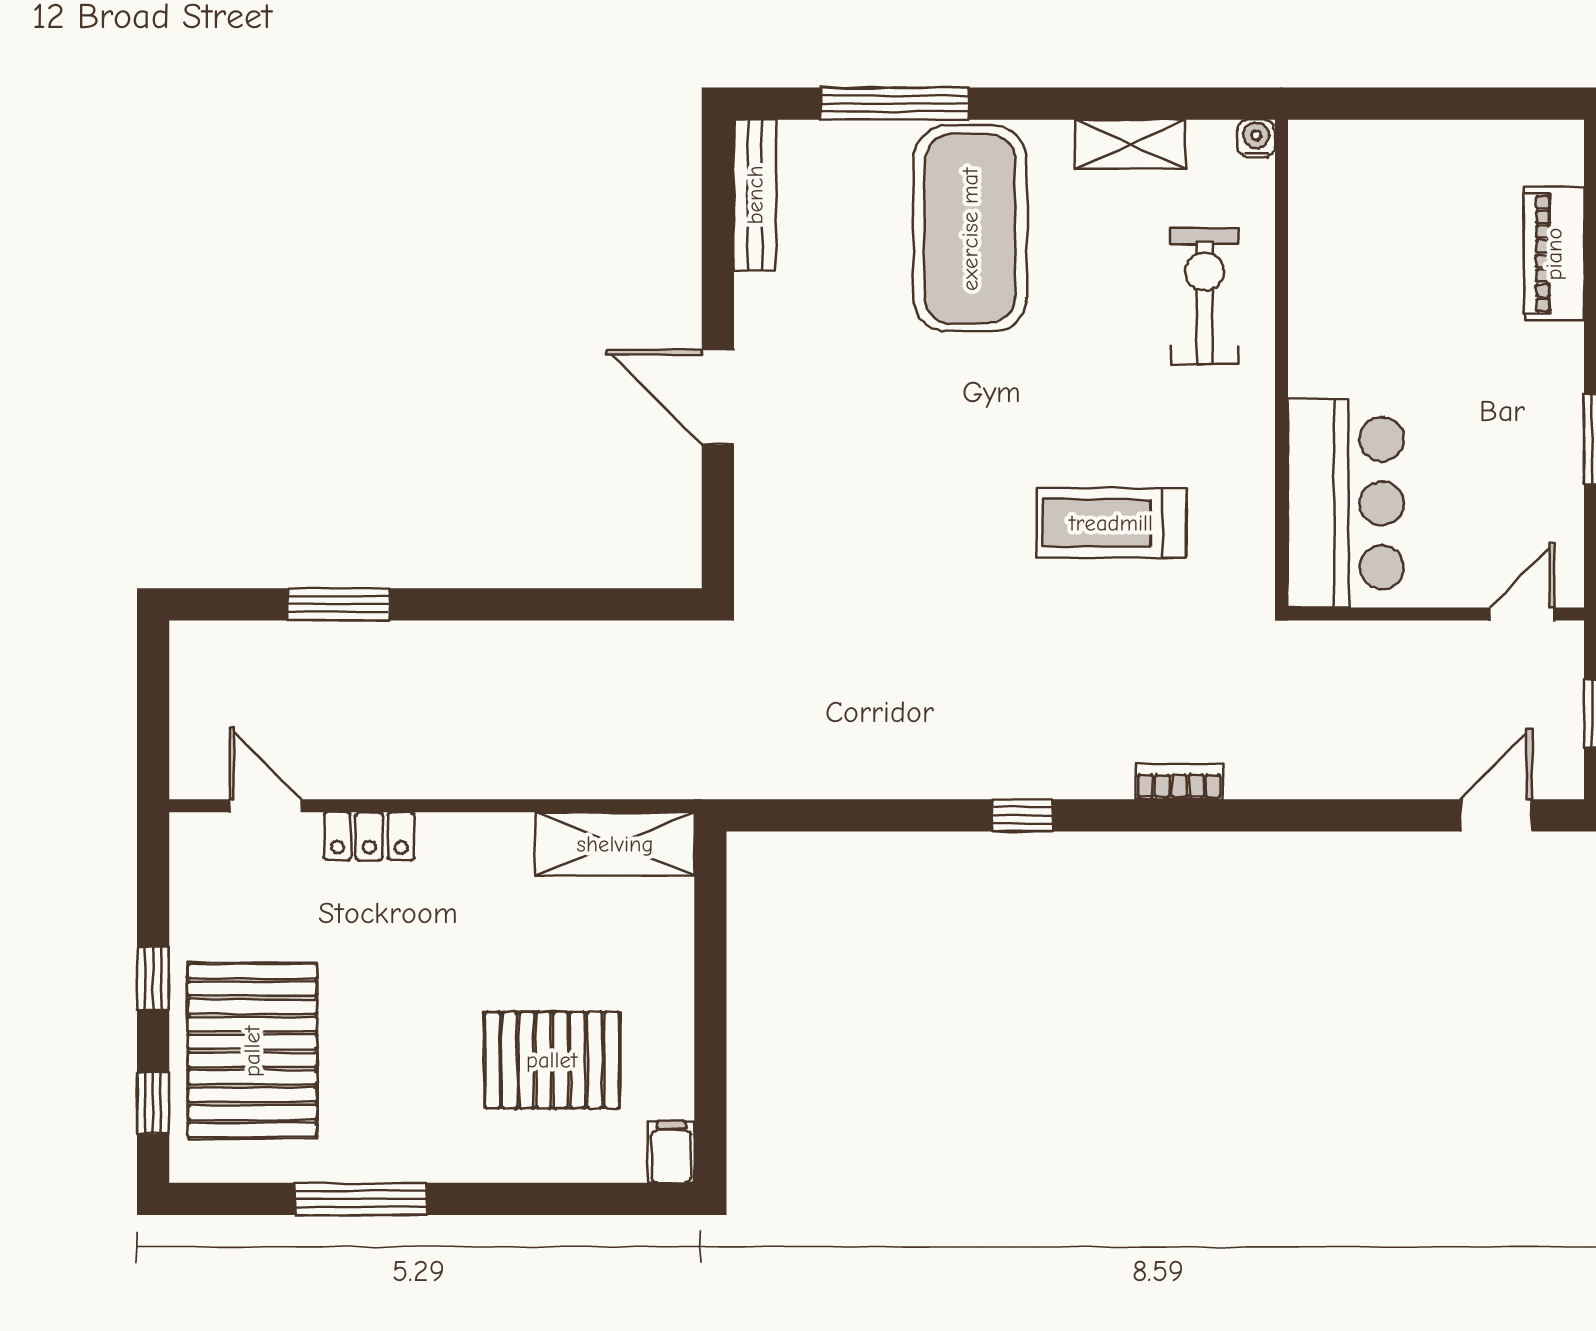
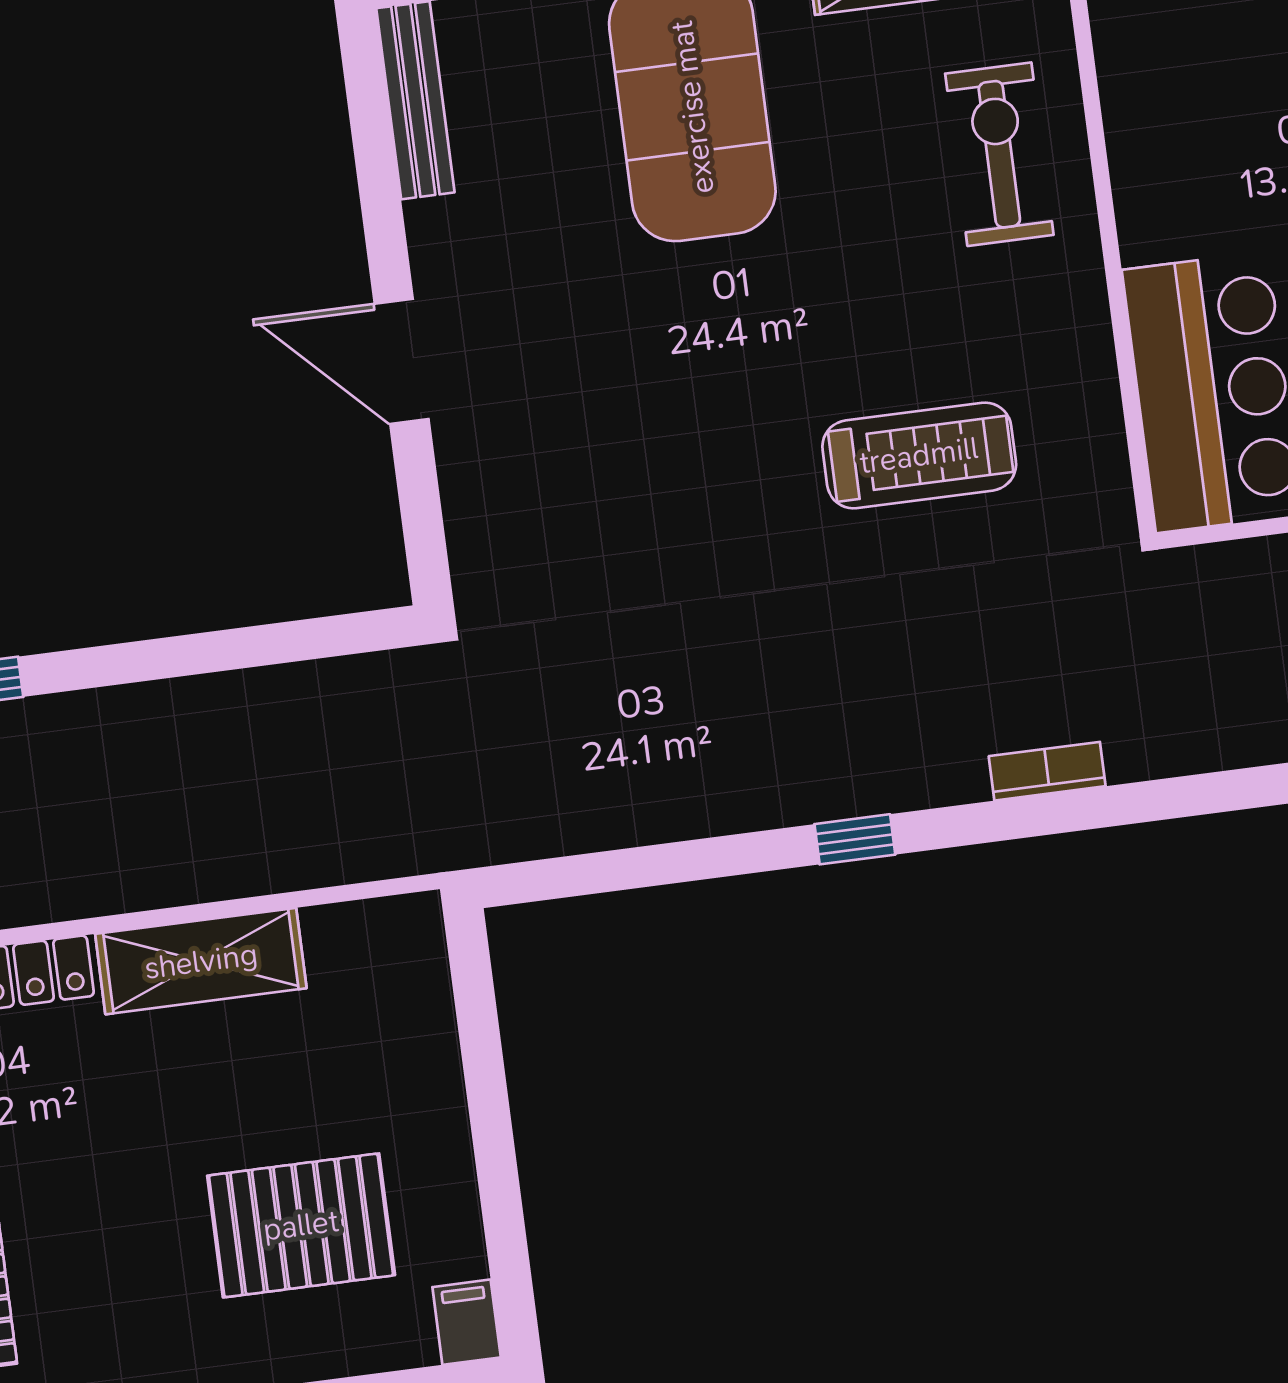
treadmill: (1111, 523) -> (919, 455), turned 180
shelving: (615, 844) -> (201, 961), moved

